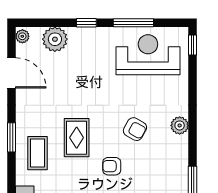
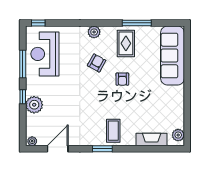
plant: (55, 39) -> (34, 105), moved
rug: (77, 138) -> (126, 43), moved, turned 90
coffee table: (37, 153) -> (113, 131), turned 90

